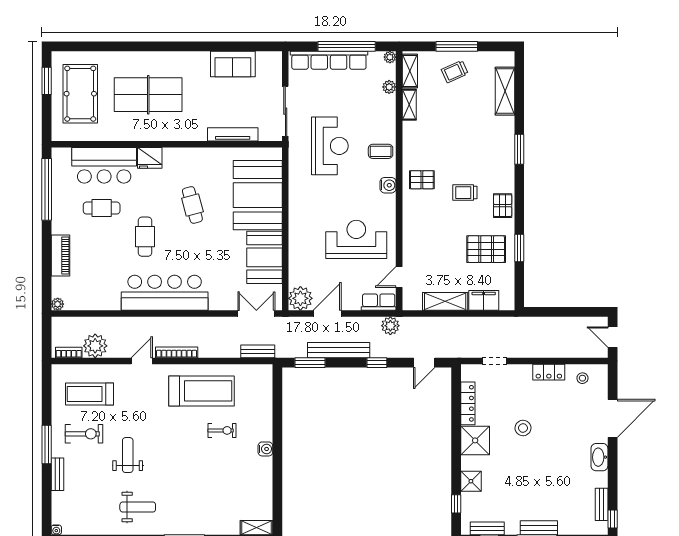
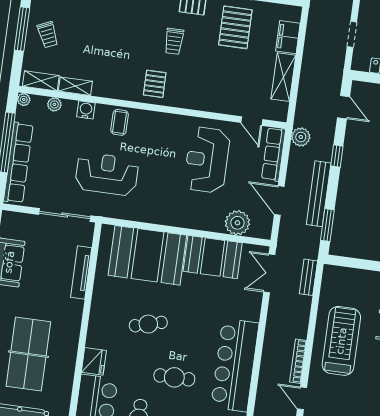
water cooler: (388, 185) -> (86, 110), moved
plant: (300, 298) -> (237, 223), moved
row of seats: (379, 302) -> (274, 154), width x1.48

